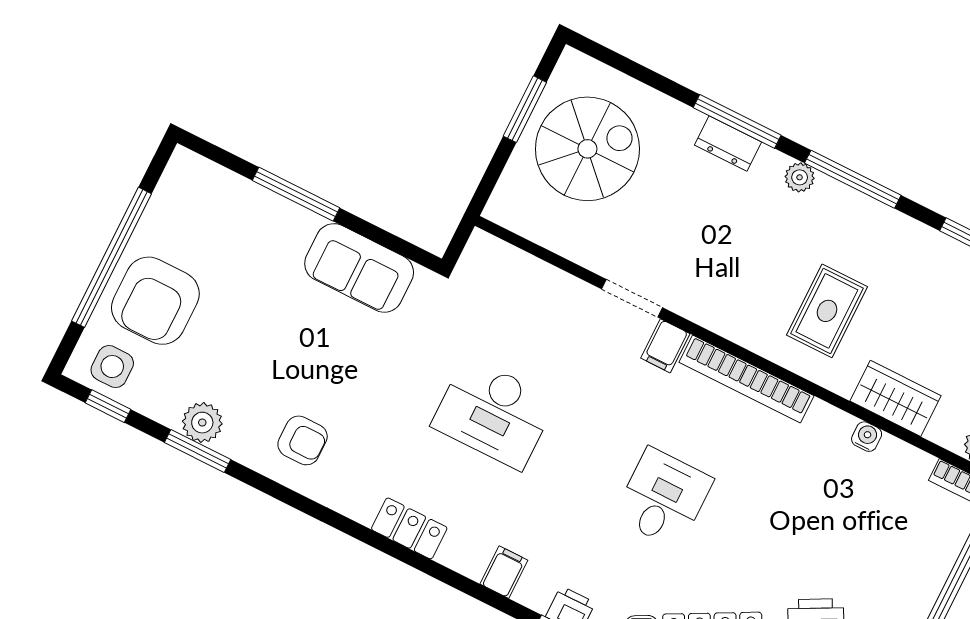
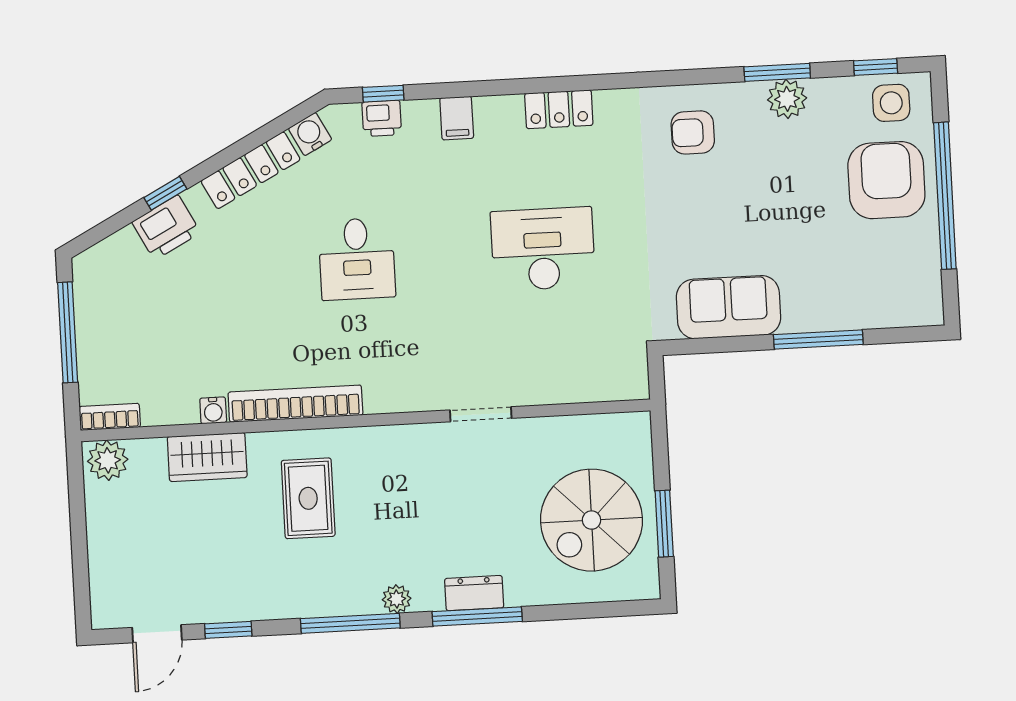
filing cabinet: (665, 346) -> (429, 390), removed
bookcase: (747, 379) -> (295, 404), moved

